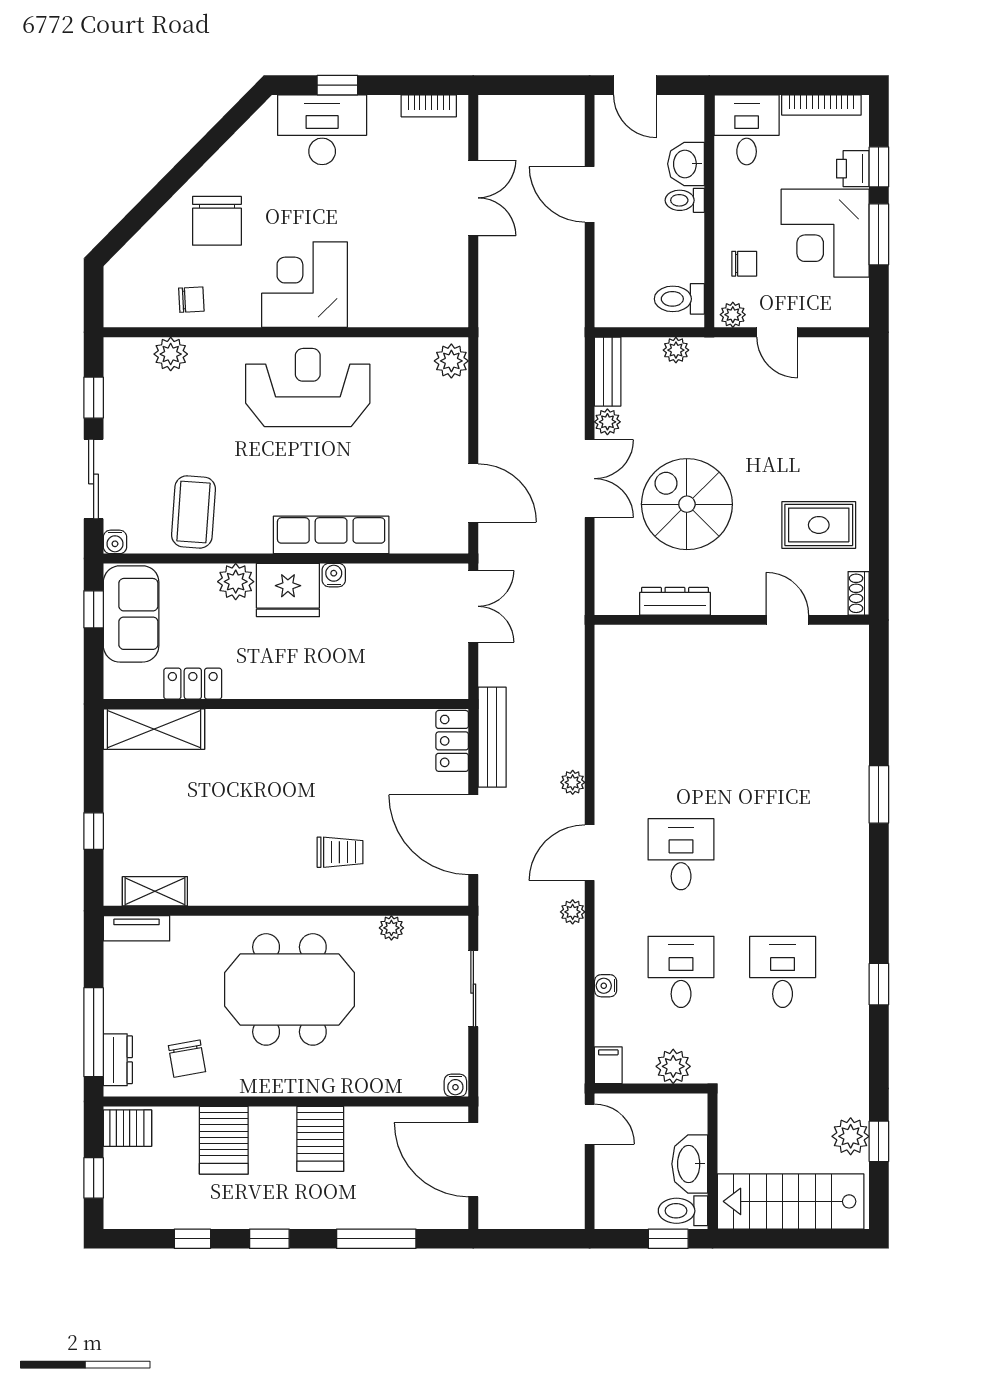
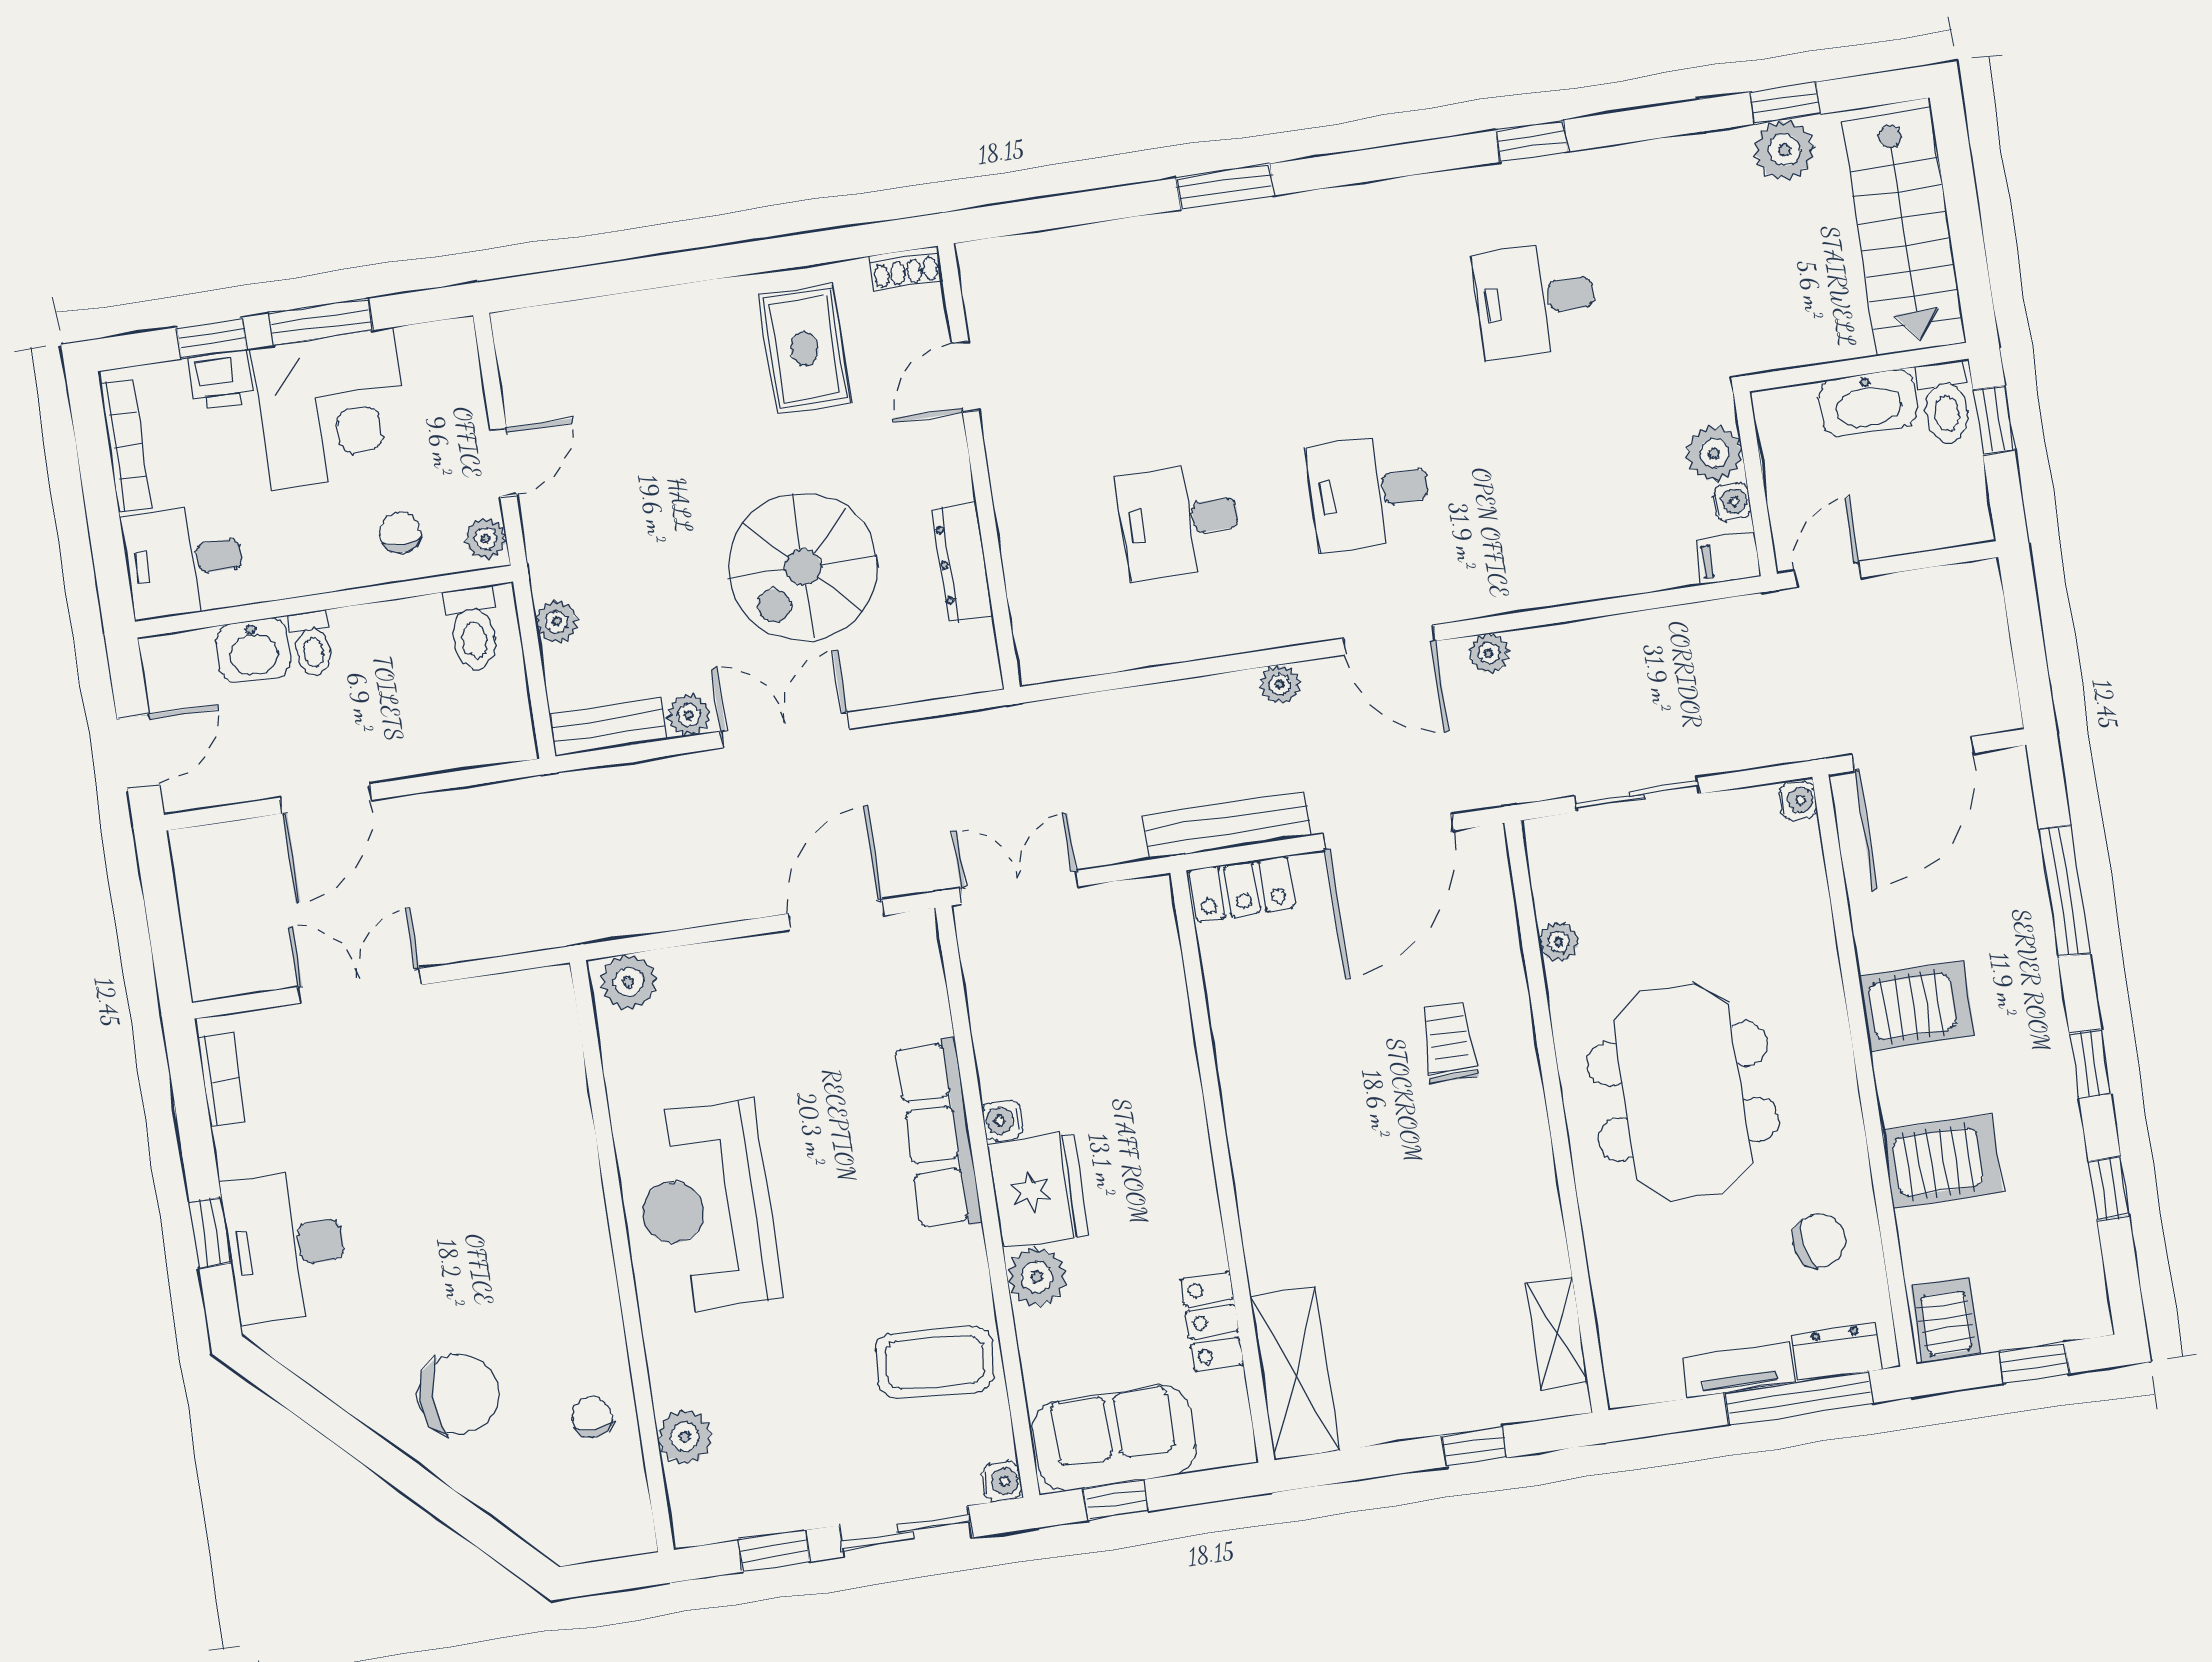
corner desk: (304, 285) -> (540, 1238), removed
tv unit: (136, 928) -> (1738, 1370), moved, turned -90
desk: (681, 972) -> (1180, 520), moved
water cooler: (606, 986) -> (1732, 502), moved, turned -90

